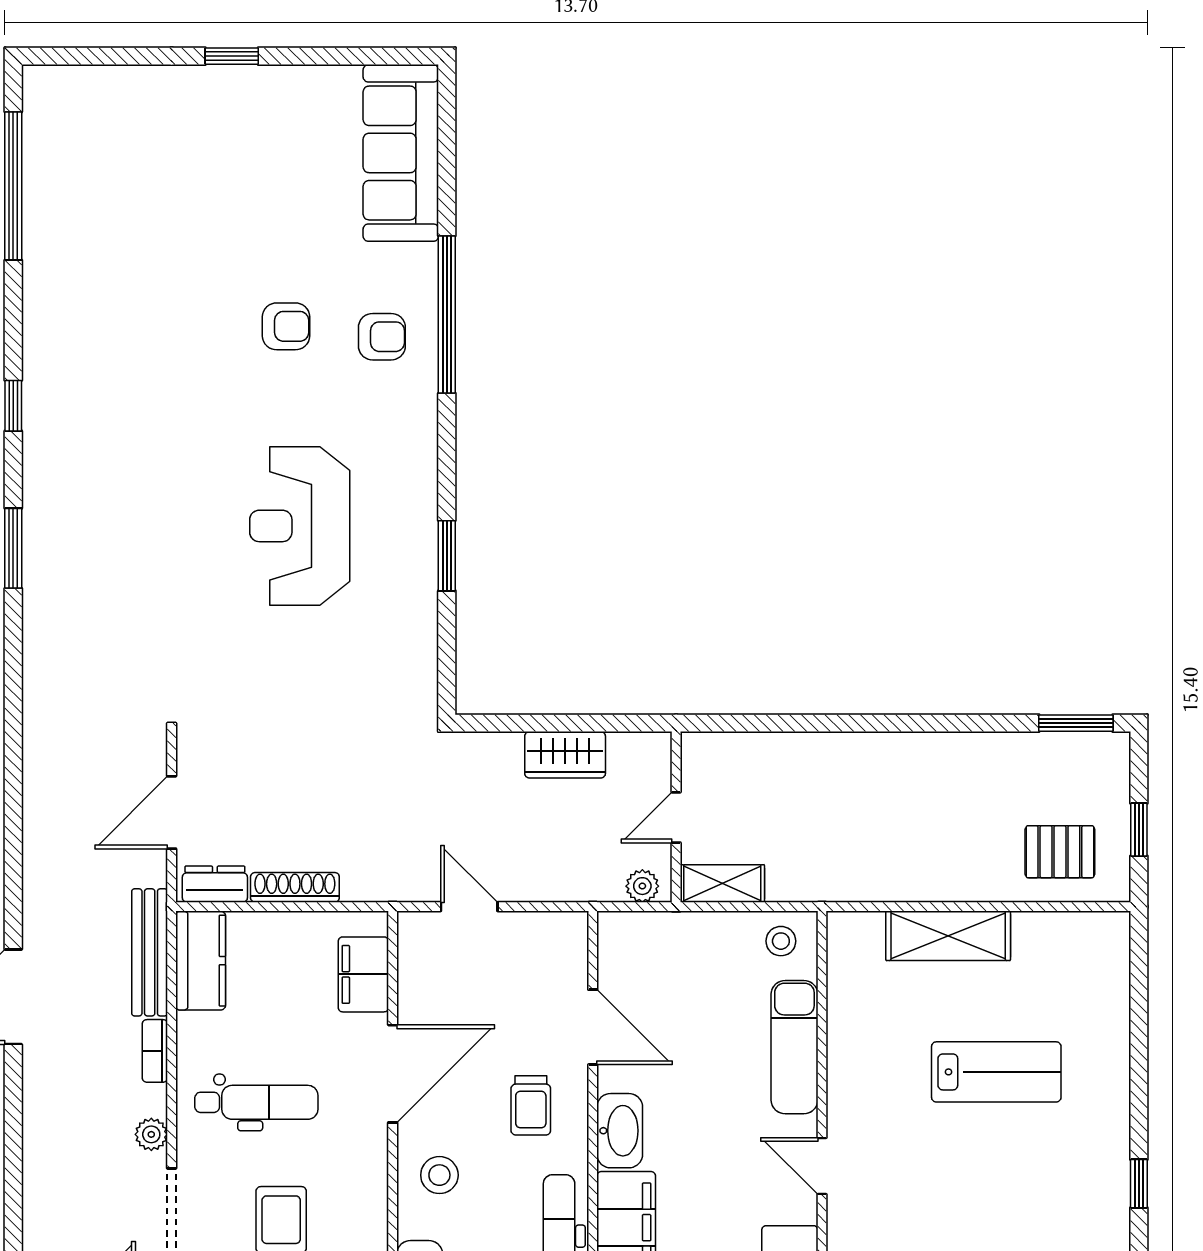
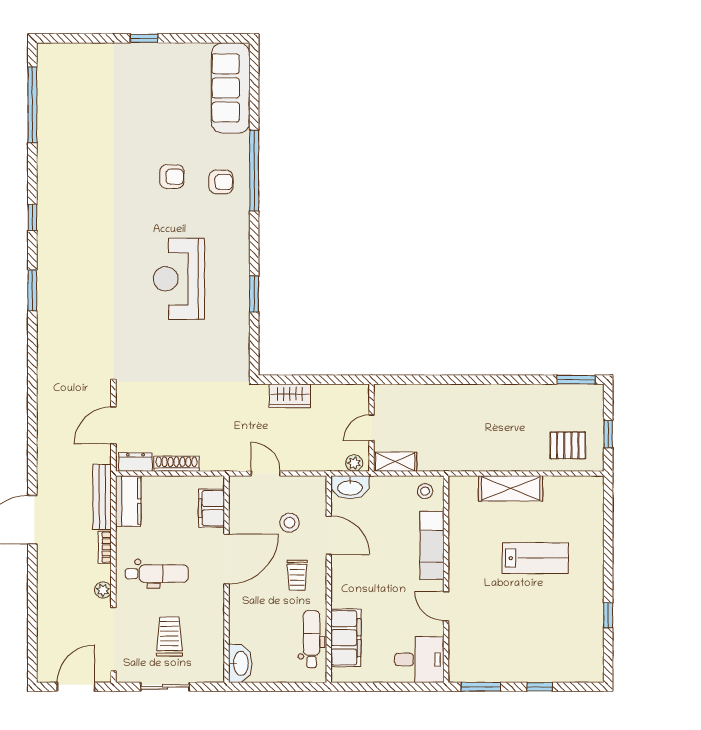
wardrobe: (565, 755) -> (290, 396), moved
washbasin: (620, 1131) -> (350, 487), moved, turned 90
stool: (439, 1175) -> (290, 523), moved

